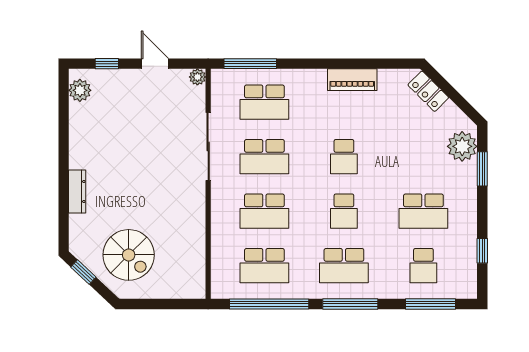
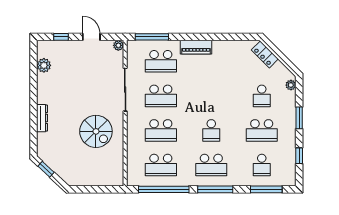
piano: (352, 80) -> (196, 47), moved
plant: (80, 90) -> (44, 65), moved
plant: (462, 146) -> (291, 85), width x0.53, depth x0.53
school desk: (344, 157) -> (262, 96), moved
window: (482, 169) -> (299, 118), moved
spiral stairs: (129, 255) -> (96, 131), moved

